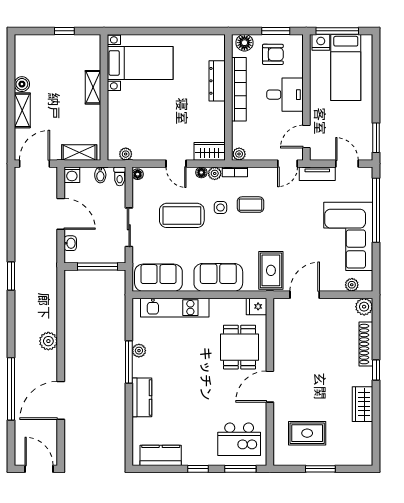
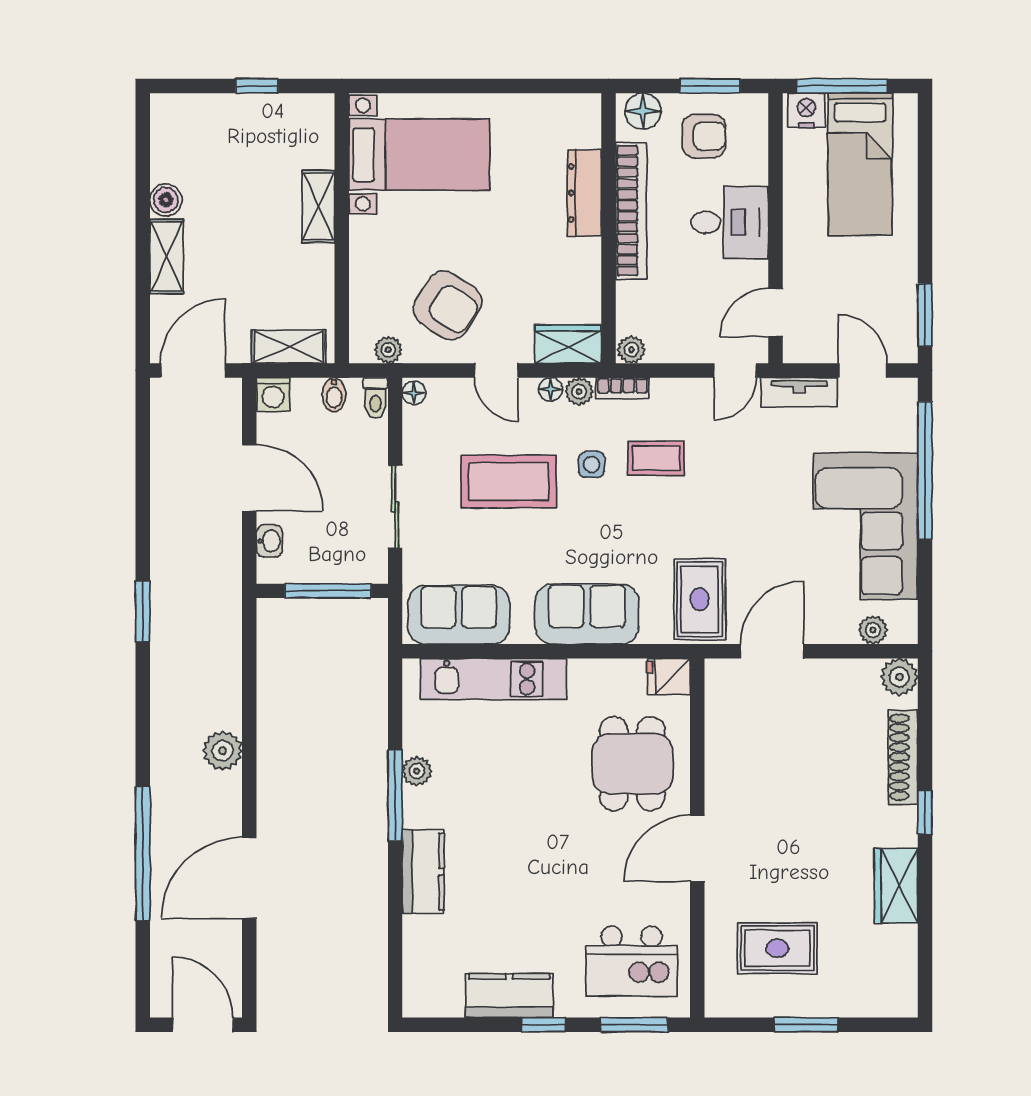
armchair: (153, 133) -> (447, 305), added
kitchen counter: (161, 455) -> (509, 996), moved

